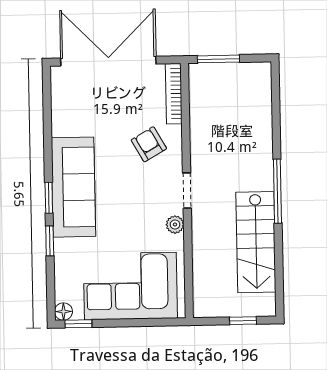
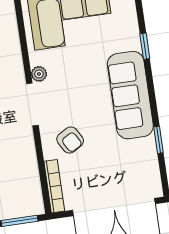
doorway: (187, 190) -> (32, 104), width x1.38
window: (49, 198) -> (158, 140), moved

